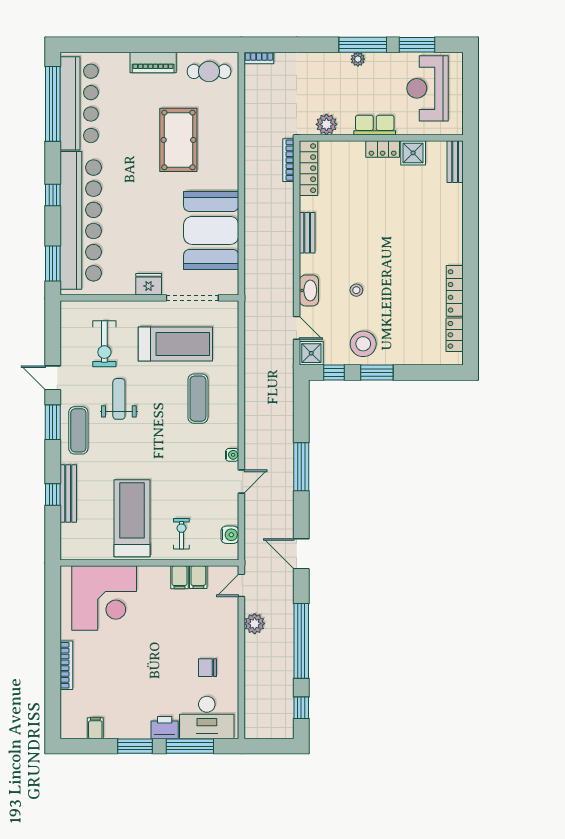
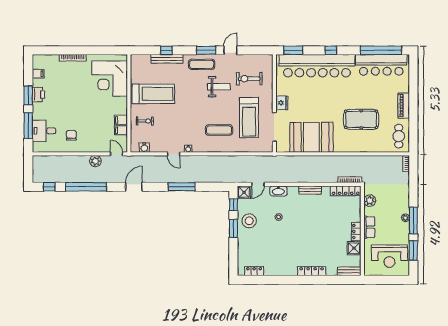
reception desk: (428, 88) -> (389, 256), turned 180
locker: (455, 291) -> (312, 271), moved
desk: (207, 717) -> (44, 131), width x0.73
printer: (165, 728) -> (38, 94), moved

